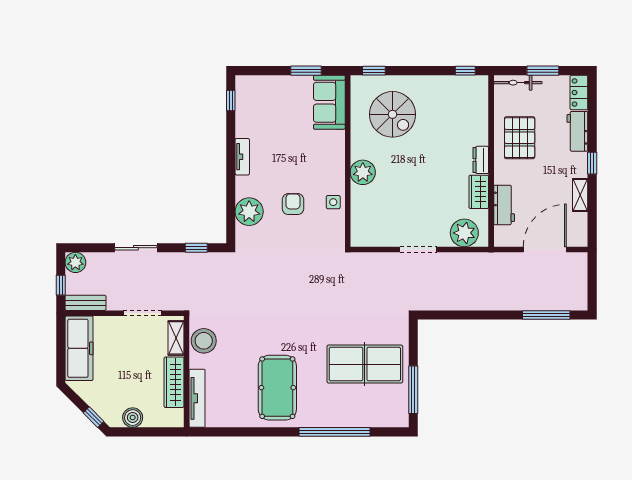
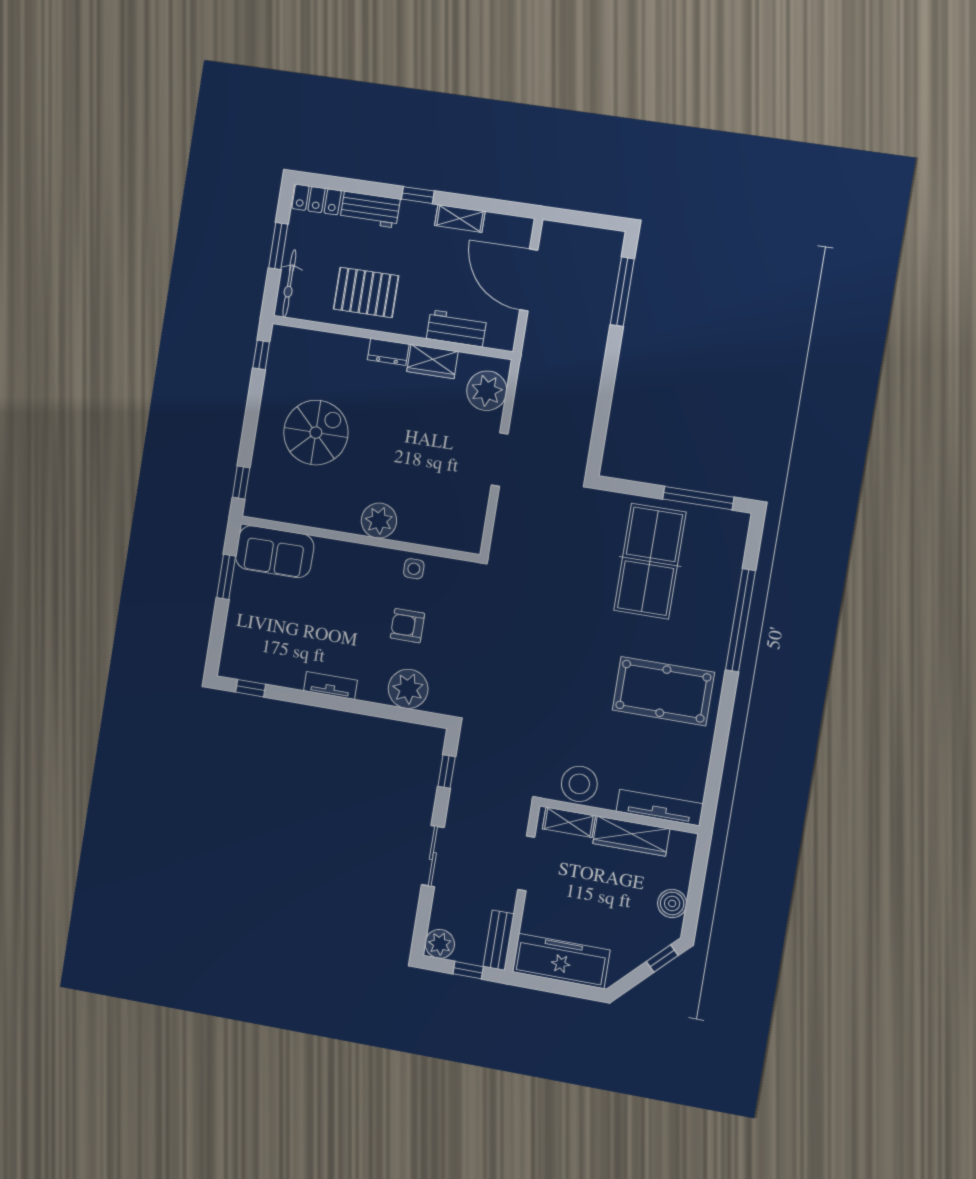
spiral stairs: (392, 114) -> (316, 433), moved

